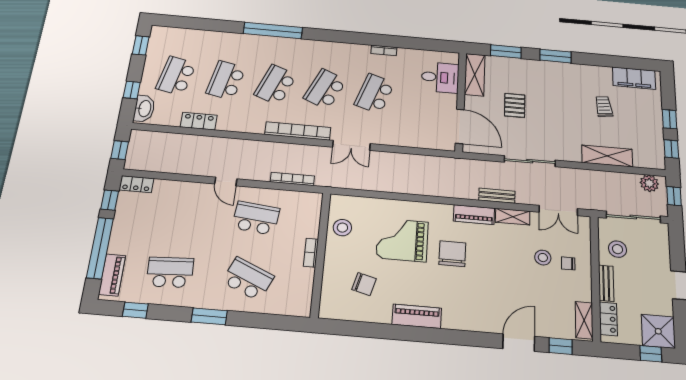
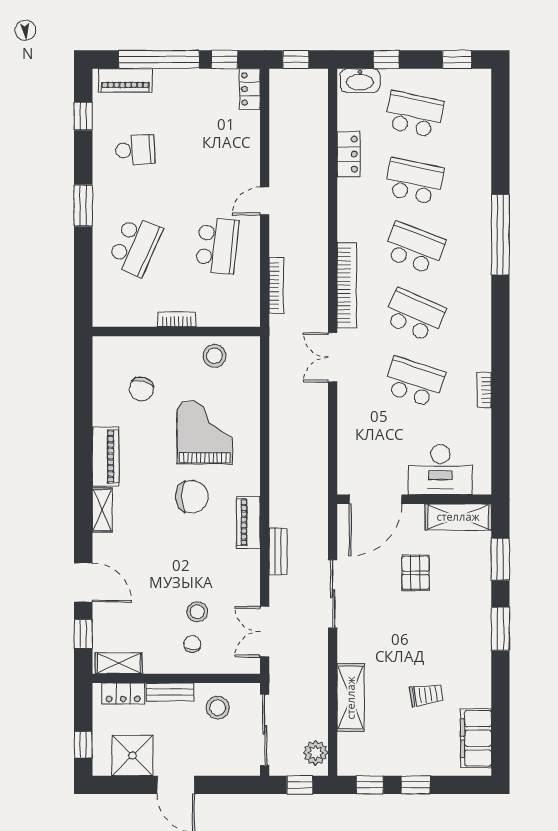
desk: (440, 77) -> (440, 470), width x1.37
pallet: (515, 105) -> (415, 573), turned 90
shelving: (513, 217) -> (102, 510), moved
school desk: (170, 272) -> (135, 150), width x0.54
shower: (658, 331) -> (132, 755), moved

